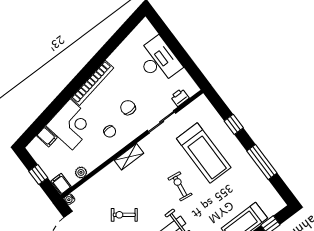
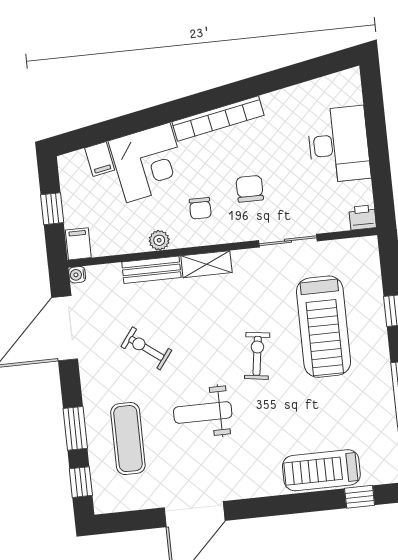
printer: (180, 97) -> (363, 217), moved
plant: (81, 172) -> (159, 240), moved
bench: (104, 175) -> (151, 270), added

